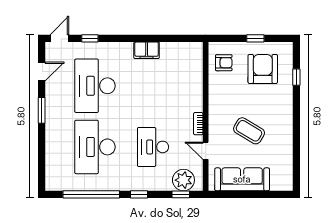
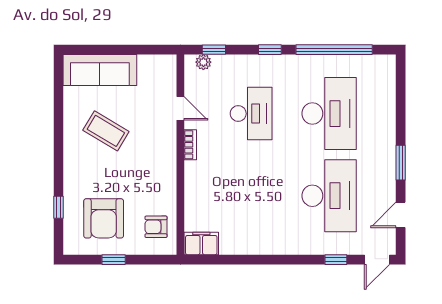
filing cabinet: (147, 50) -> (201, 243), moved
coffee table: (249, 131) -> (106, 131), moved
sofa: (242, 179) -> (100, 70), moved
plant: (183, 180) -> (203, 62), width x0.53, depth x0.53

